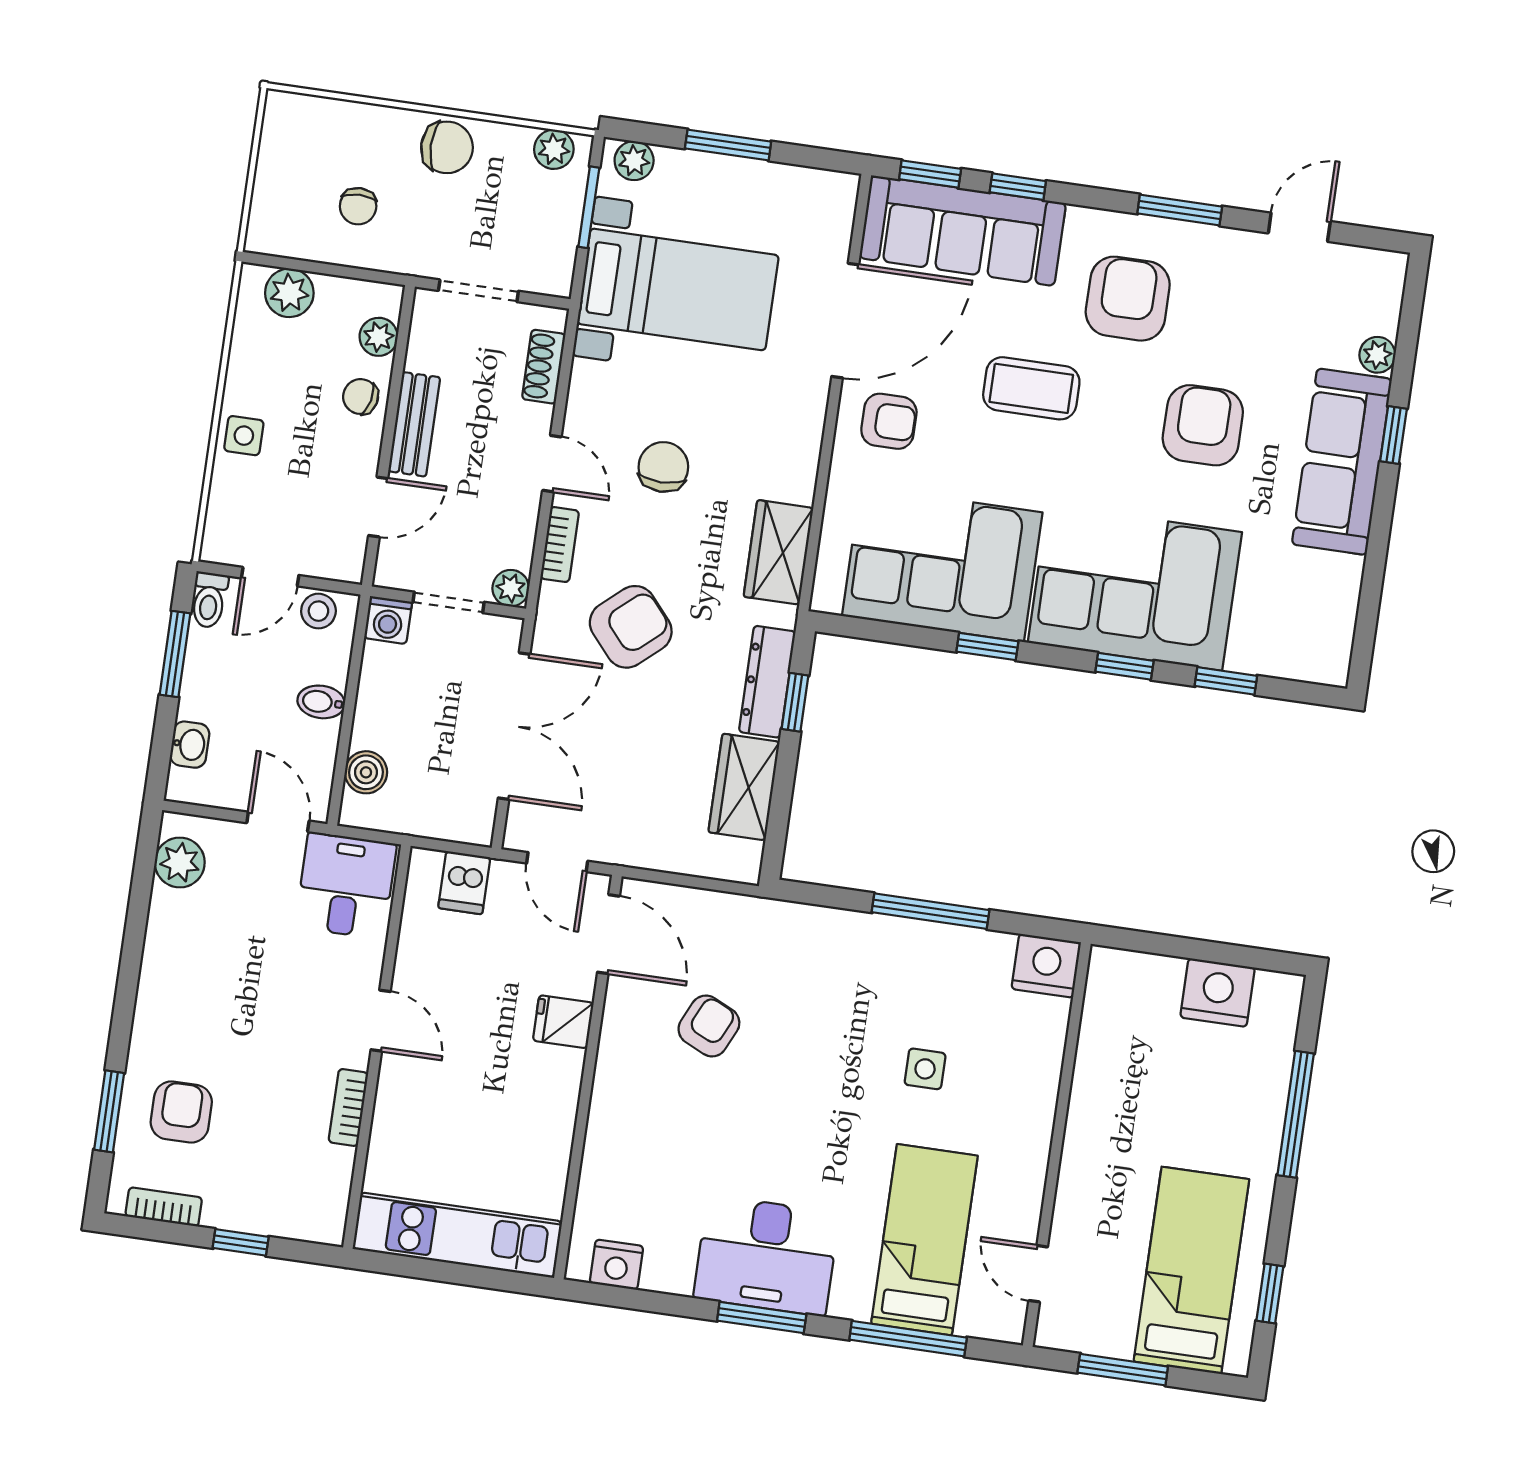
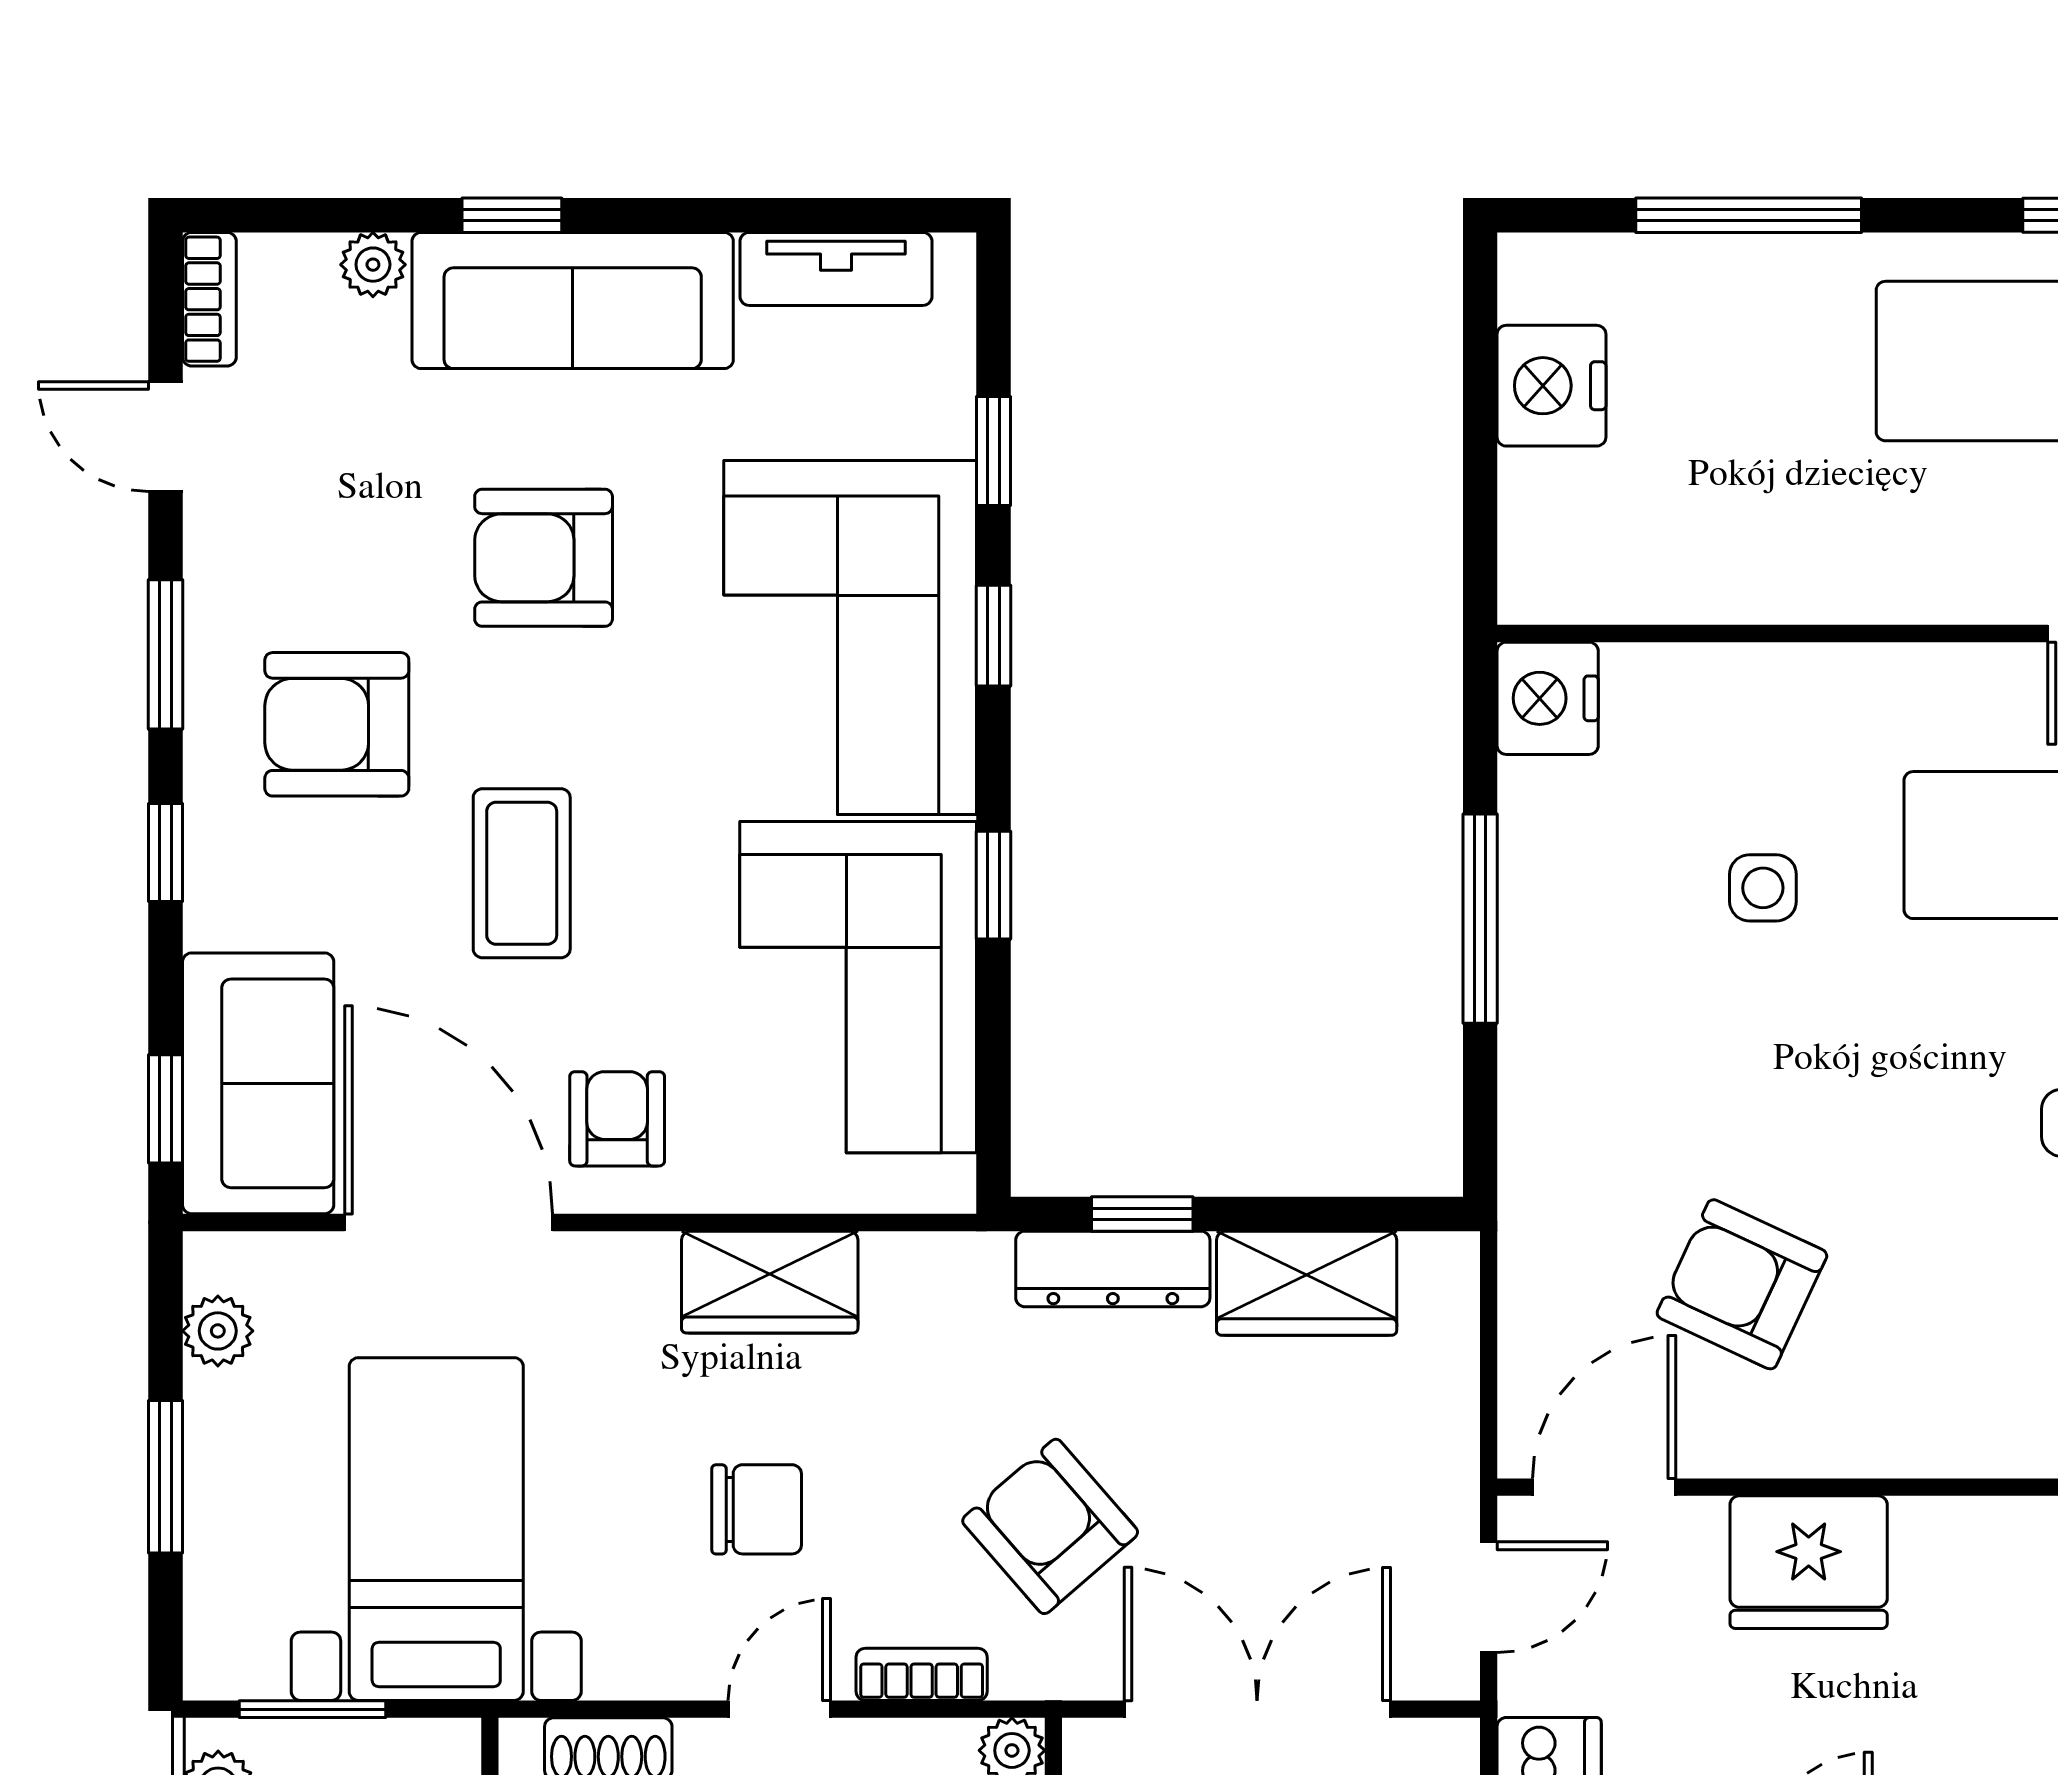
plant: (634, 161) -> (218, 1331), moved
window: (1018, 187) -> (166, 852), moved
sofa: (963, 231) -> (258, 1083), width x0.73
bookcase: (1371, 262) -> (209, 299), added
chair: (663, 467) -> (757, 1509), turned 180
wardrobe: (778, 552) -> (770, 1282), moved
tv unit: (1338, 609) -> (836, 269), added
fridge: (563, 1022) -> (1809, 1562), width x1.88, depth x1.34
armchair: (709, 1026) -> (1742, 1284), width x1.38, depth x1.38

